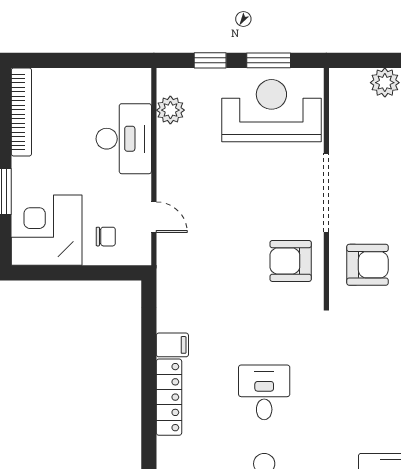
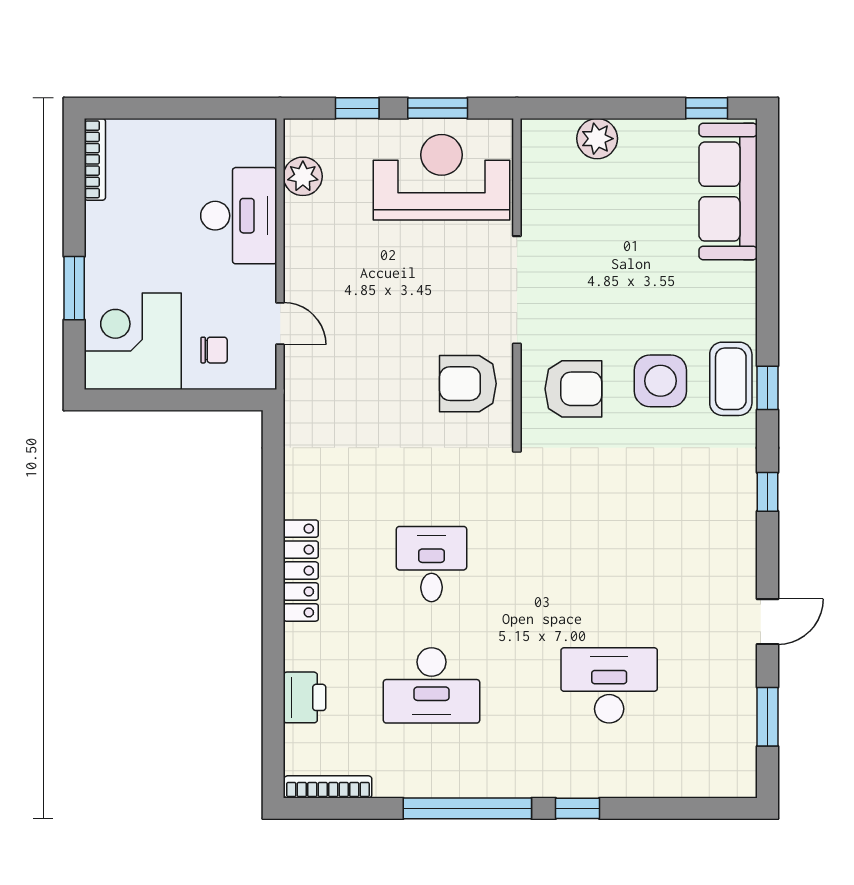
bookcase: (21, 112) -> (95, 159), width x0.68, depth x0.76
filing cabinet: (172, 345) -> (305, 499), removed

